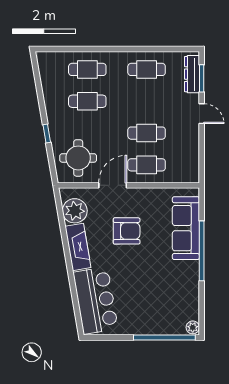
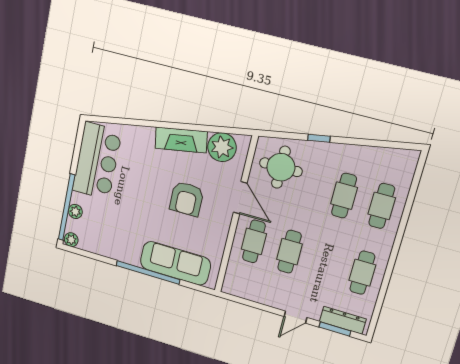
bar counter: (96, 300) -> (97, 161), moved, turned -80
plant: (166, 329) -> (75, 211), added

